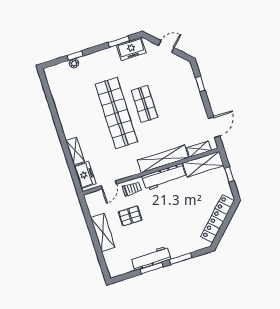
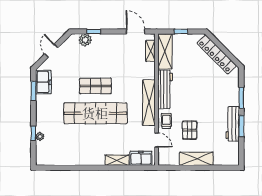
plant: (189, 78) -> (85, 40), added
shelving: (163, 159) -> (149, 103), moved

